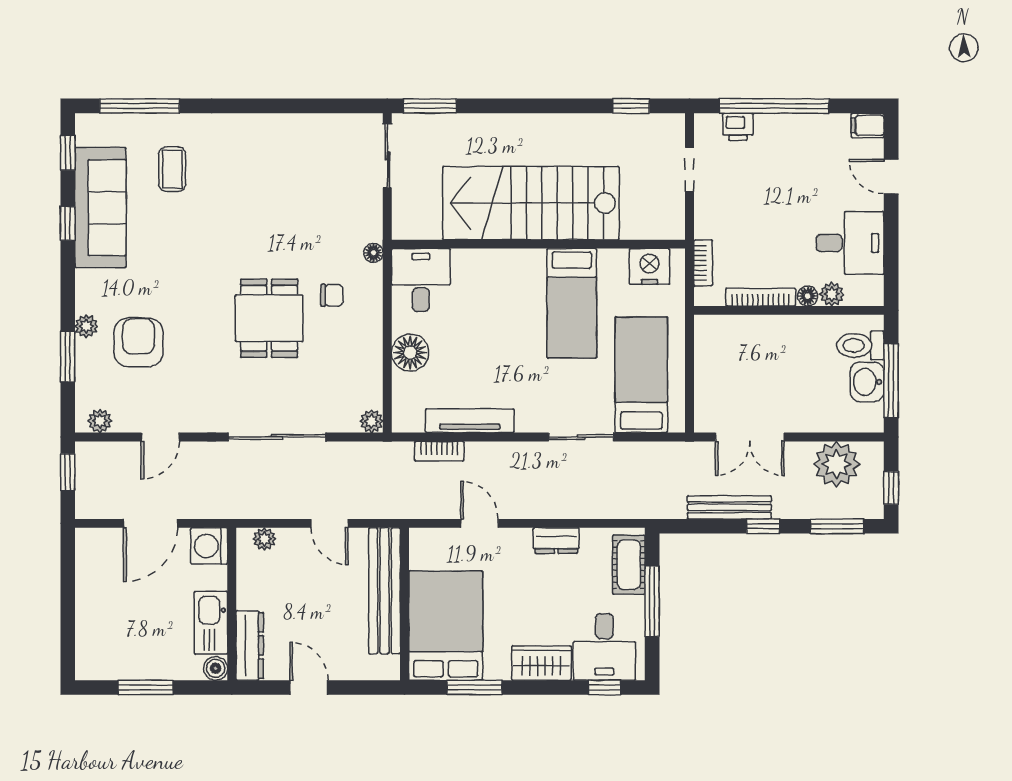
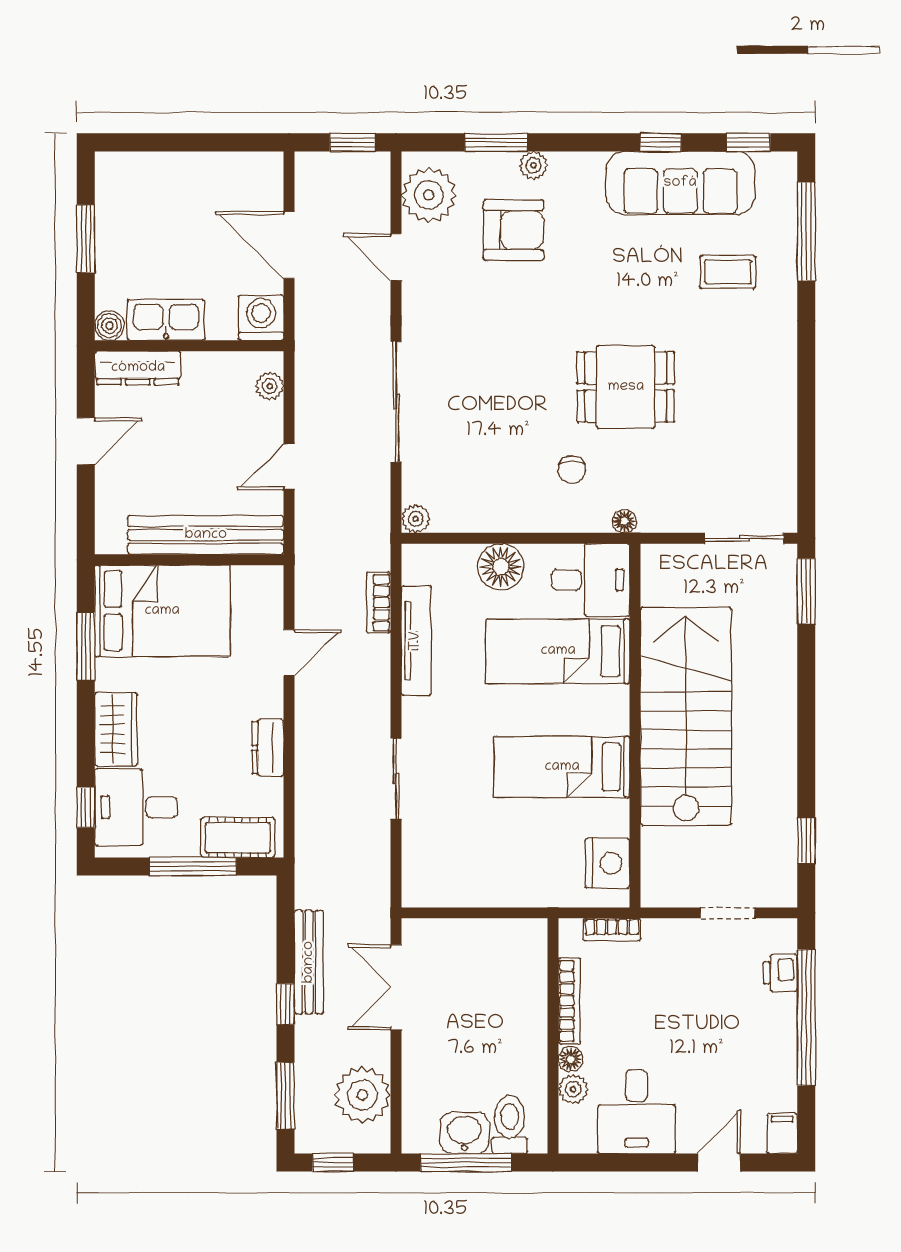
dining table: (269, 318) -> (626, 387), moved
bed: (641, 375) -> (558, 651), moved, turned 180
plant: (100, 421) -> (429, 195), width x1.88, depth x1.88

